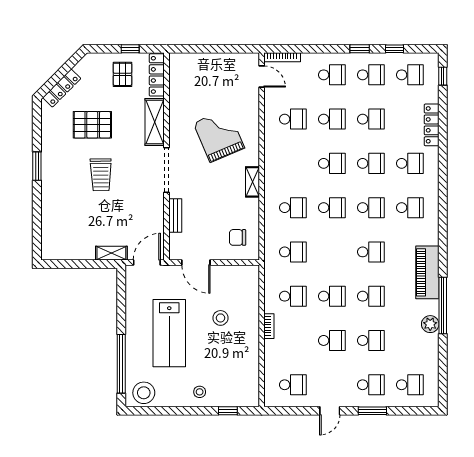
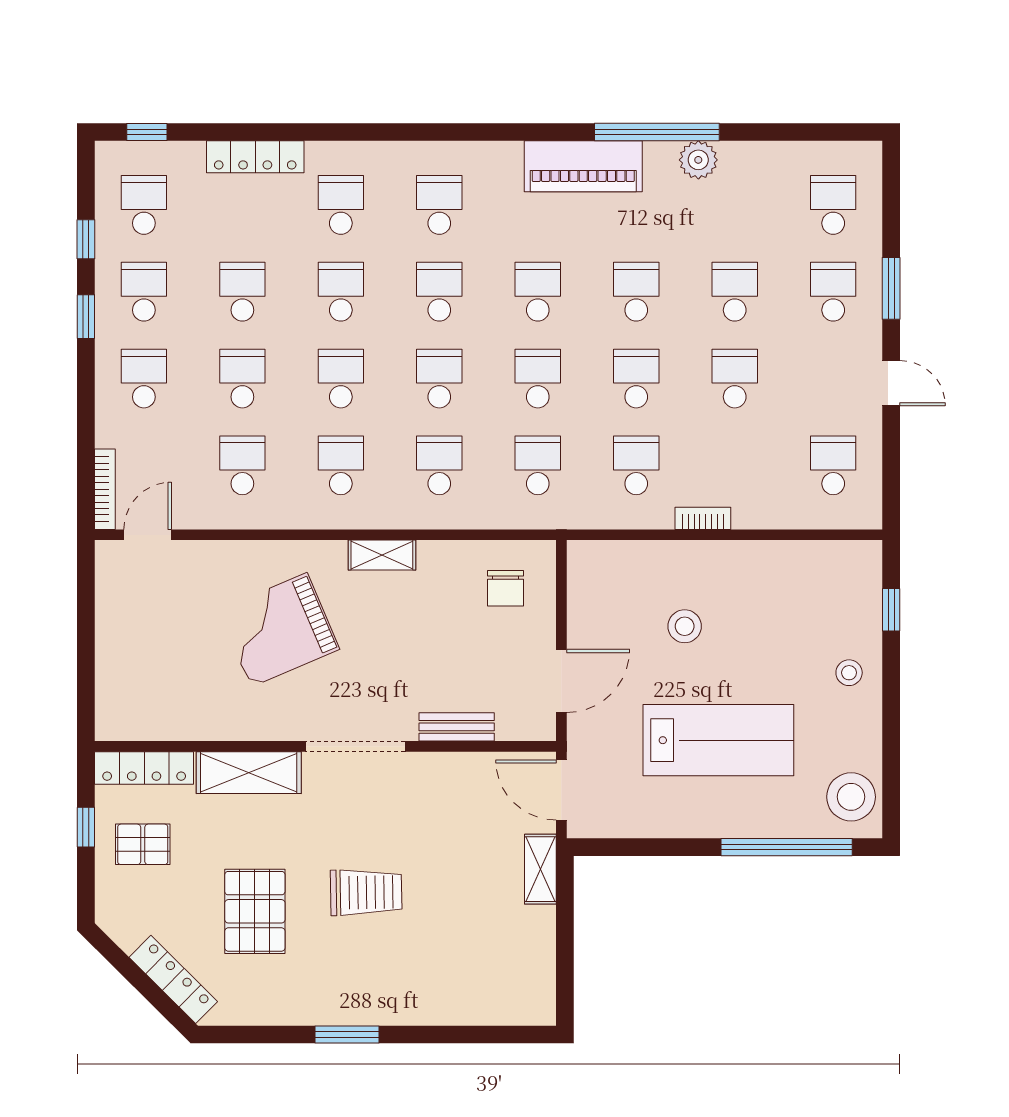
school desk: (293, 163) -> (341, 465), added
school desk: (332, 252) -> (538, 379), added

